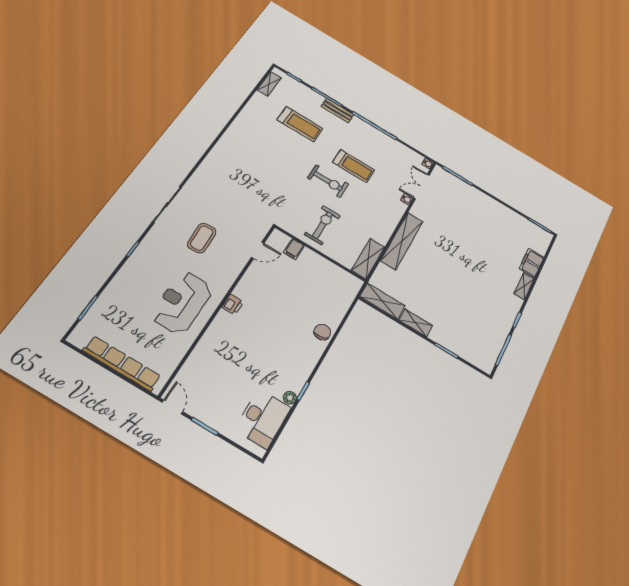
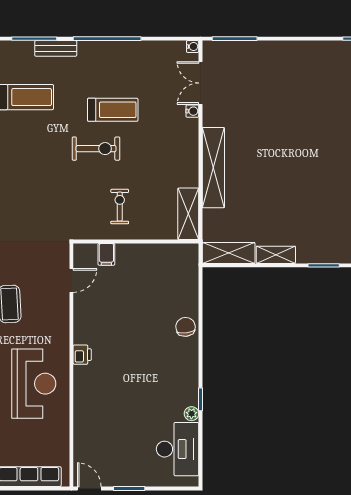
exercise bike: (322, 225) -> (120, 207), width x0.73, depth x0.72
reception desk: (182, 303) -> (34, 384), turned 180

